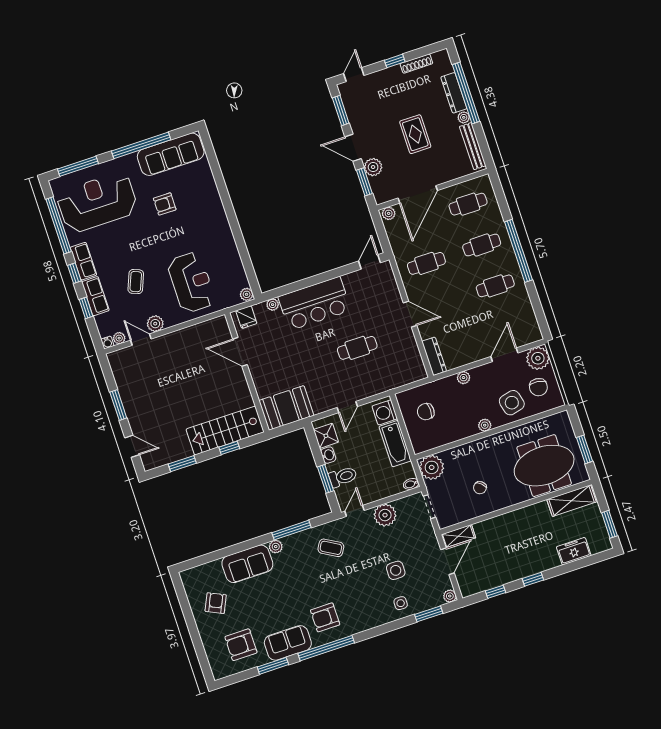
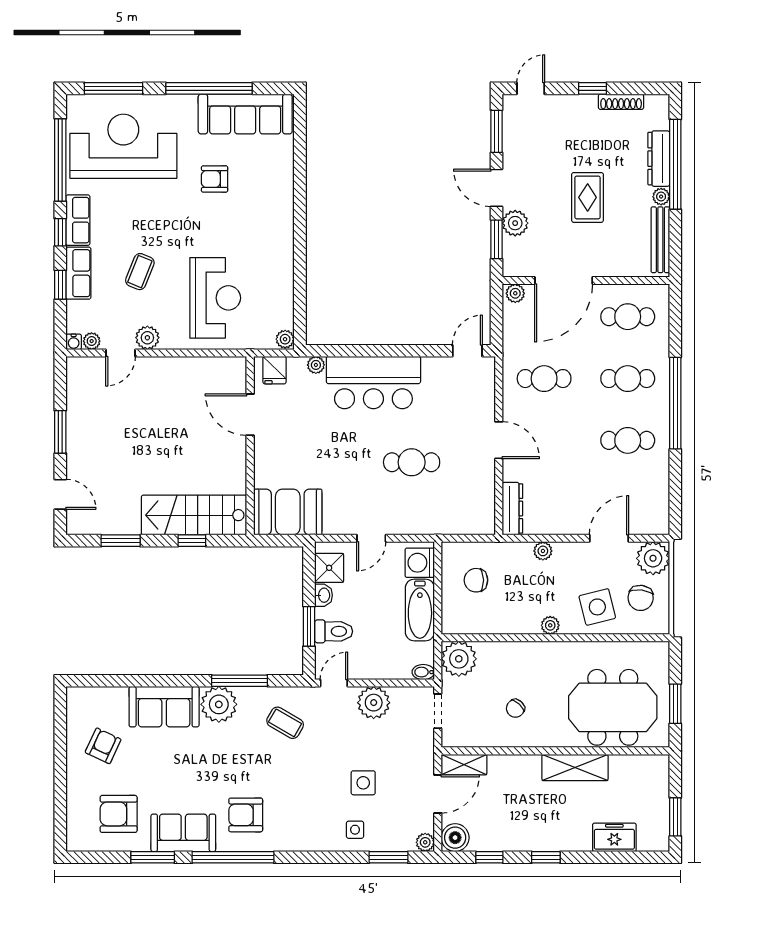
door: (141, 340) -> (121, 353), swing flipped
shelving: (571, 501) -> (575, 768), moved
plant: (276, 547) -> (219, 704), width x1.87, depth x1.87
boiler: (469, 586) -> (455, 838), added

